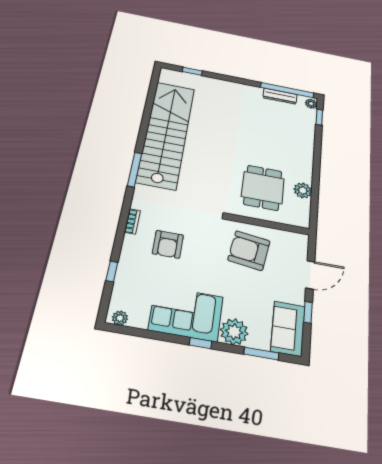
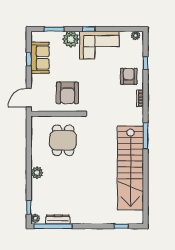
plant: (303, 190) -> (37, 173), moved
armchair: (168, 244) -> (129, 76), moved
armchair: (249, 250) -> (67, 93), turned 82
door: (310, 275) -> (29, 98), moved
sofa: (288, 329) -> (40, 58), moved

